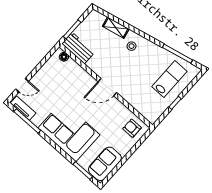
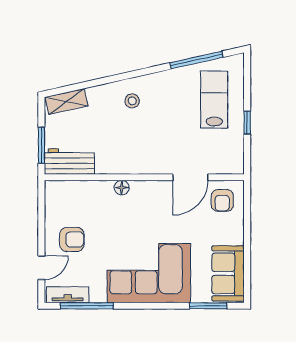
shelving: (116, 28) -> (67, 101), moved
floor lamp: (64, 57) -> (122, 188), moved
armchair: (48, 85) -> (72, 239), added
door: (107, 87) -> (190, 177), moved
armchair: (132, 128) -> (222, 200), turned -90

